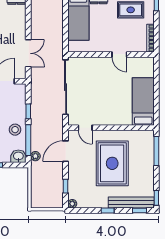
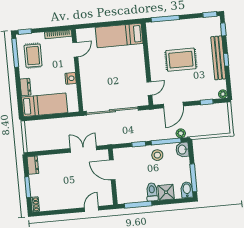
nightstand: (103, 47) -> (71, 78), added
door: (119, 54) -> (75, 50), moved
door: (66, 151) -> (173, 105), hinge flipped
rug: (112, 163) -> (181, 60), width x0.73, depth x0.69
bench: (131, 202) -> (218, 58), moved

